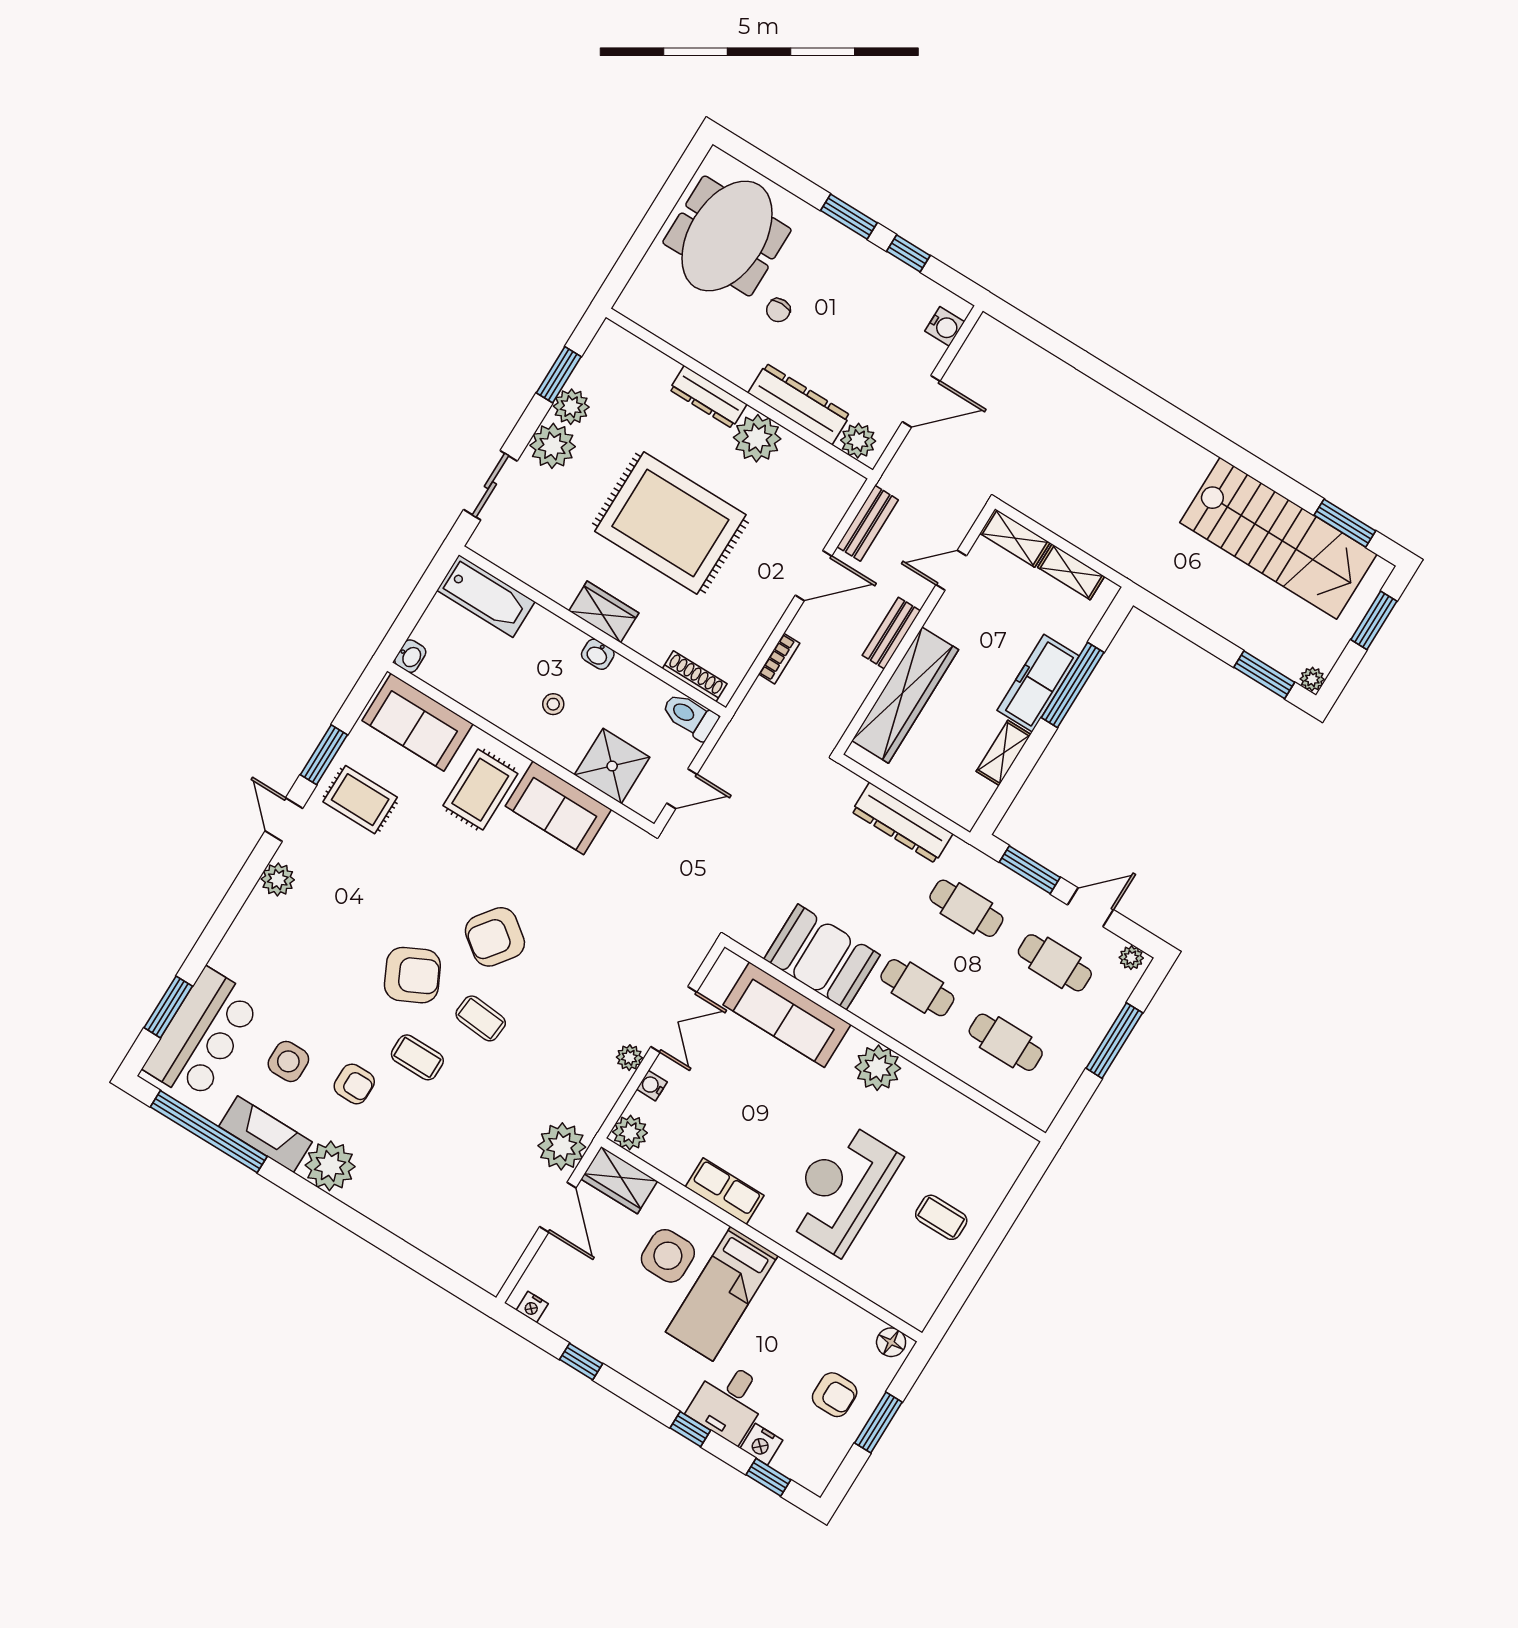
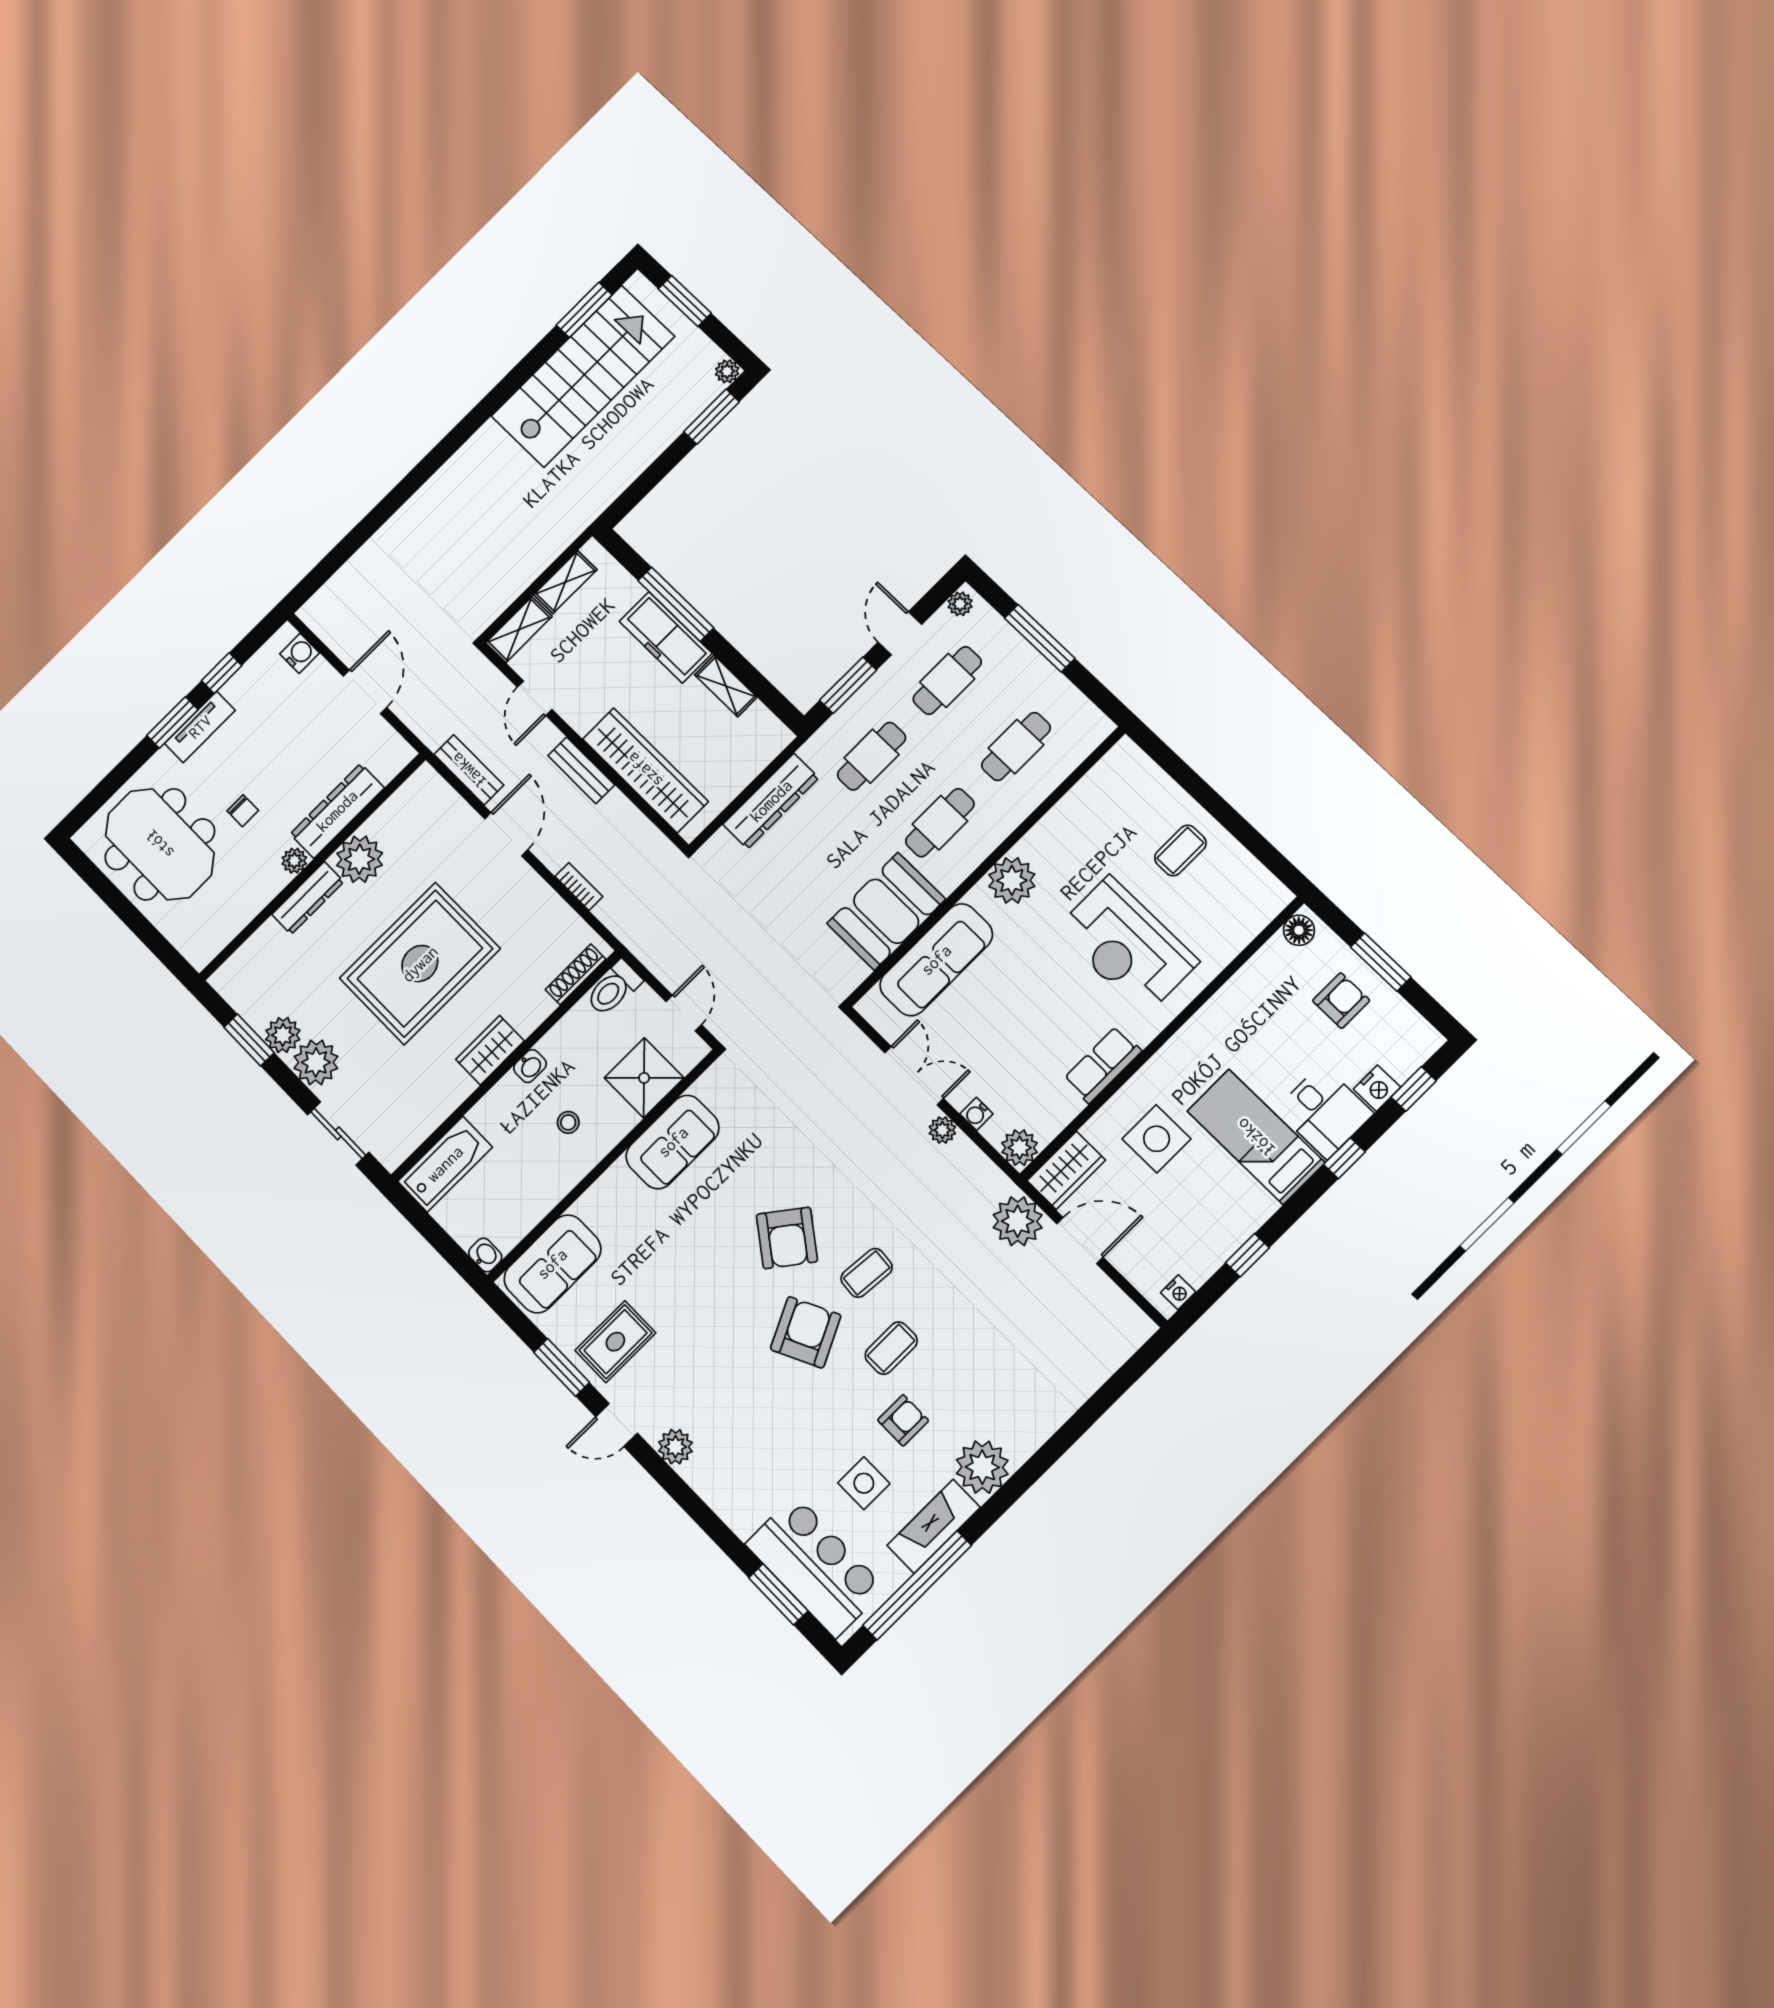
tv unit: (851, 246) -> (200, 727), added
plant: (858, 441) -> (294, 861), moved, width x0.73, depth x0.73
rug: (480, 790) -> (635, 1217), removed
bed: (722, 1294) -> (1256, 1137), moved, turned 180

